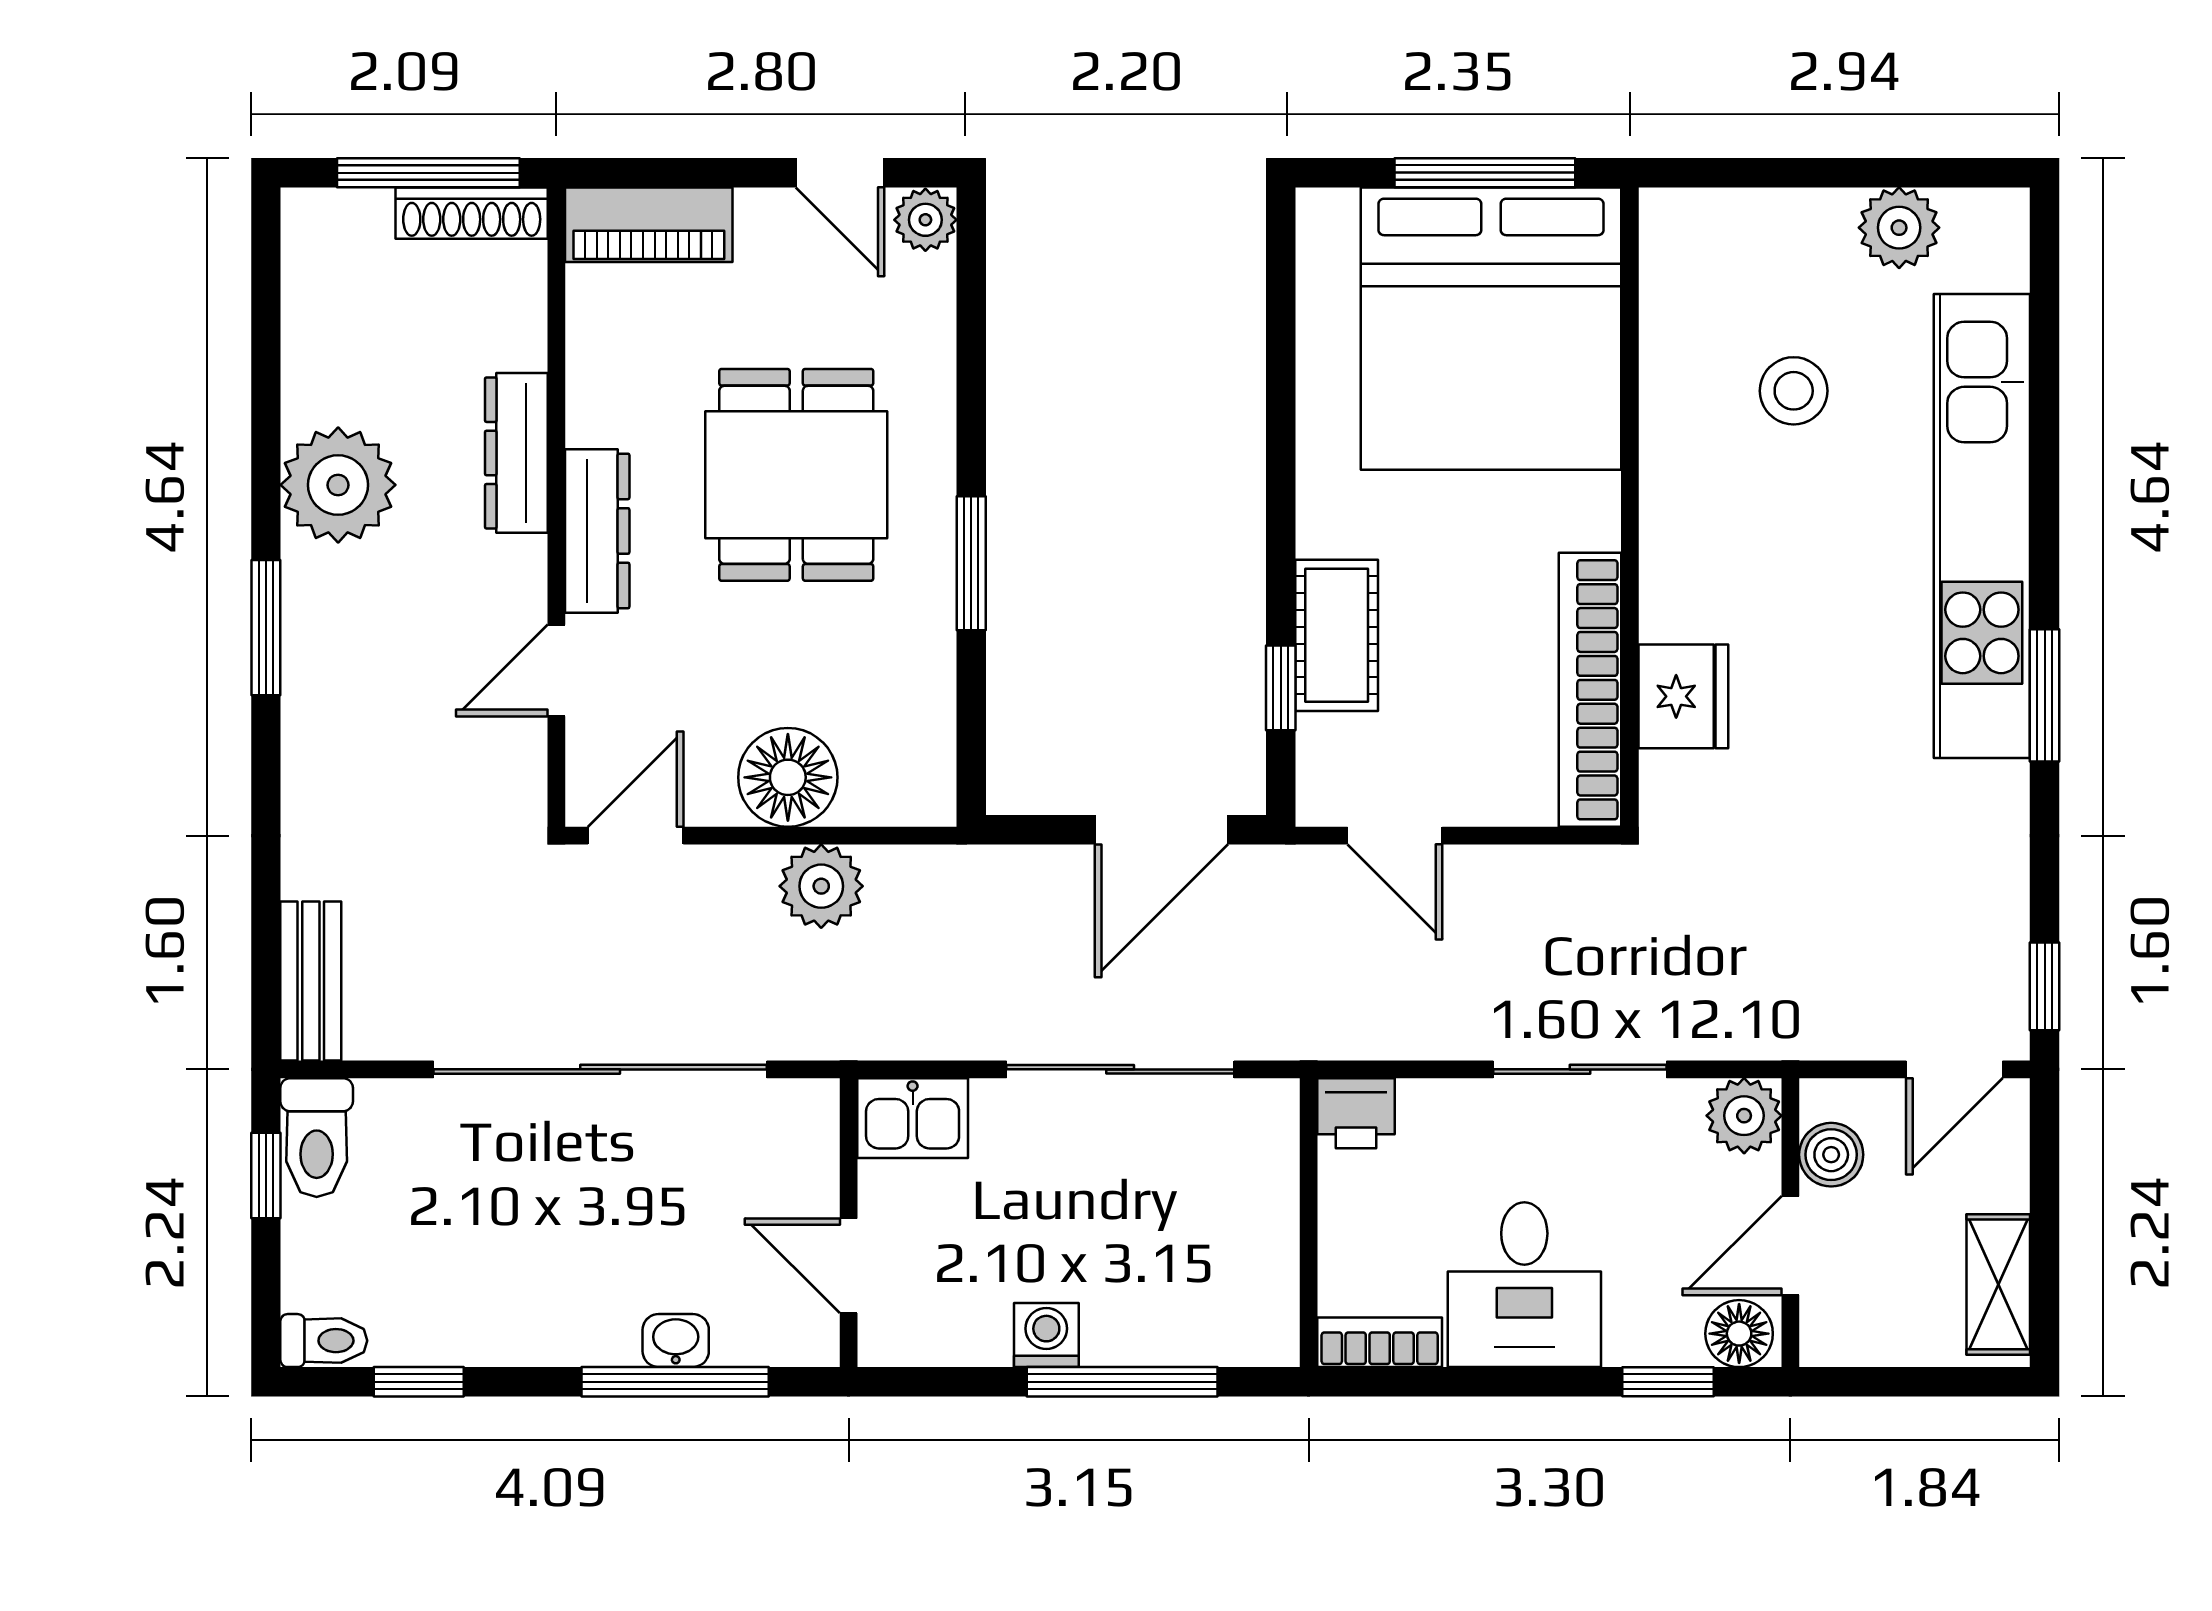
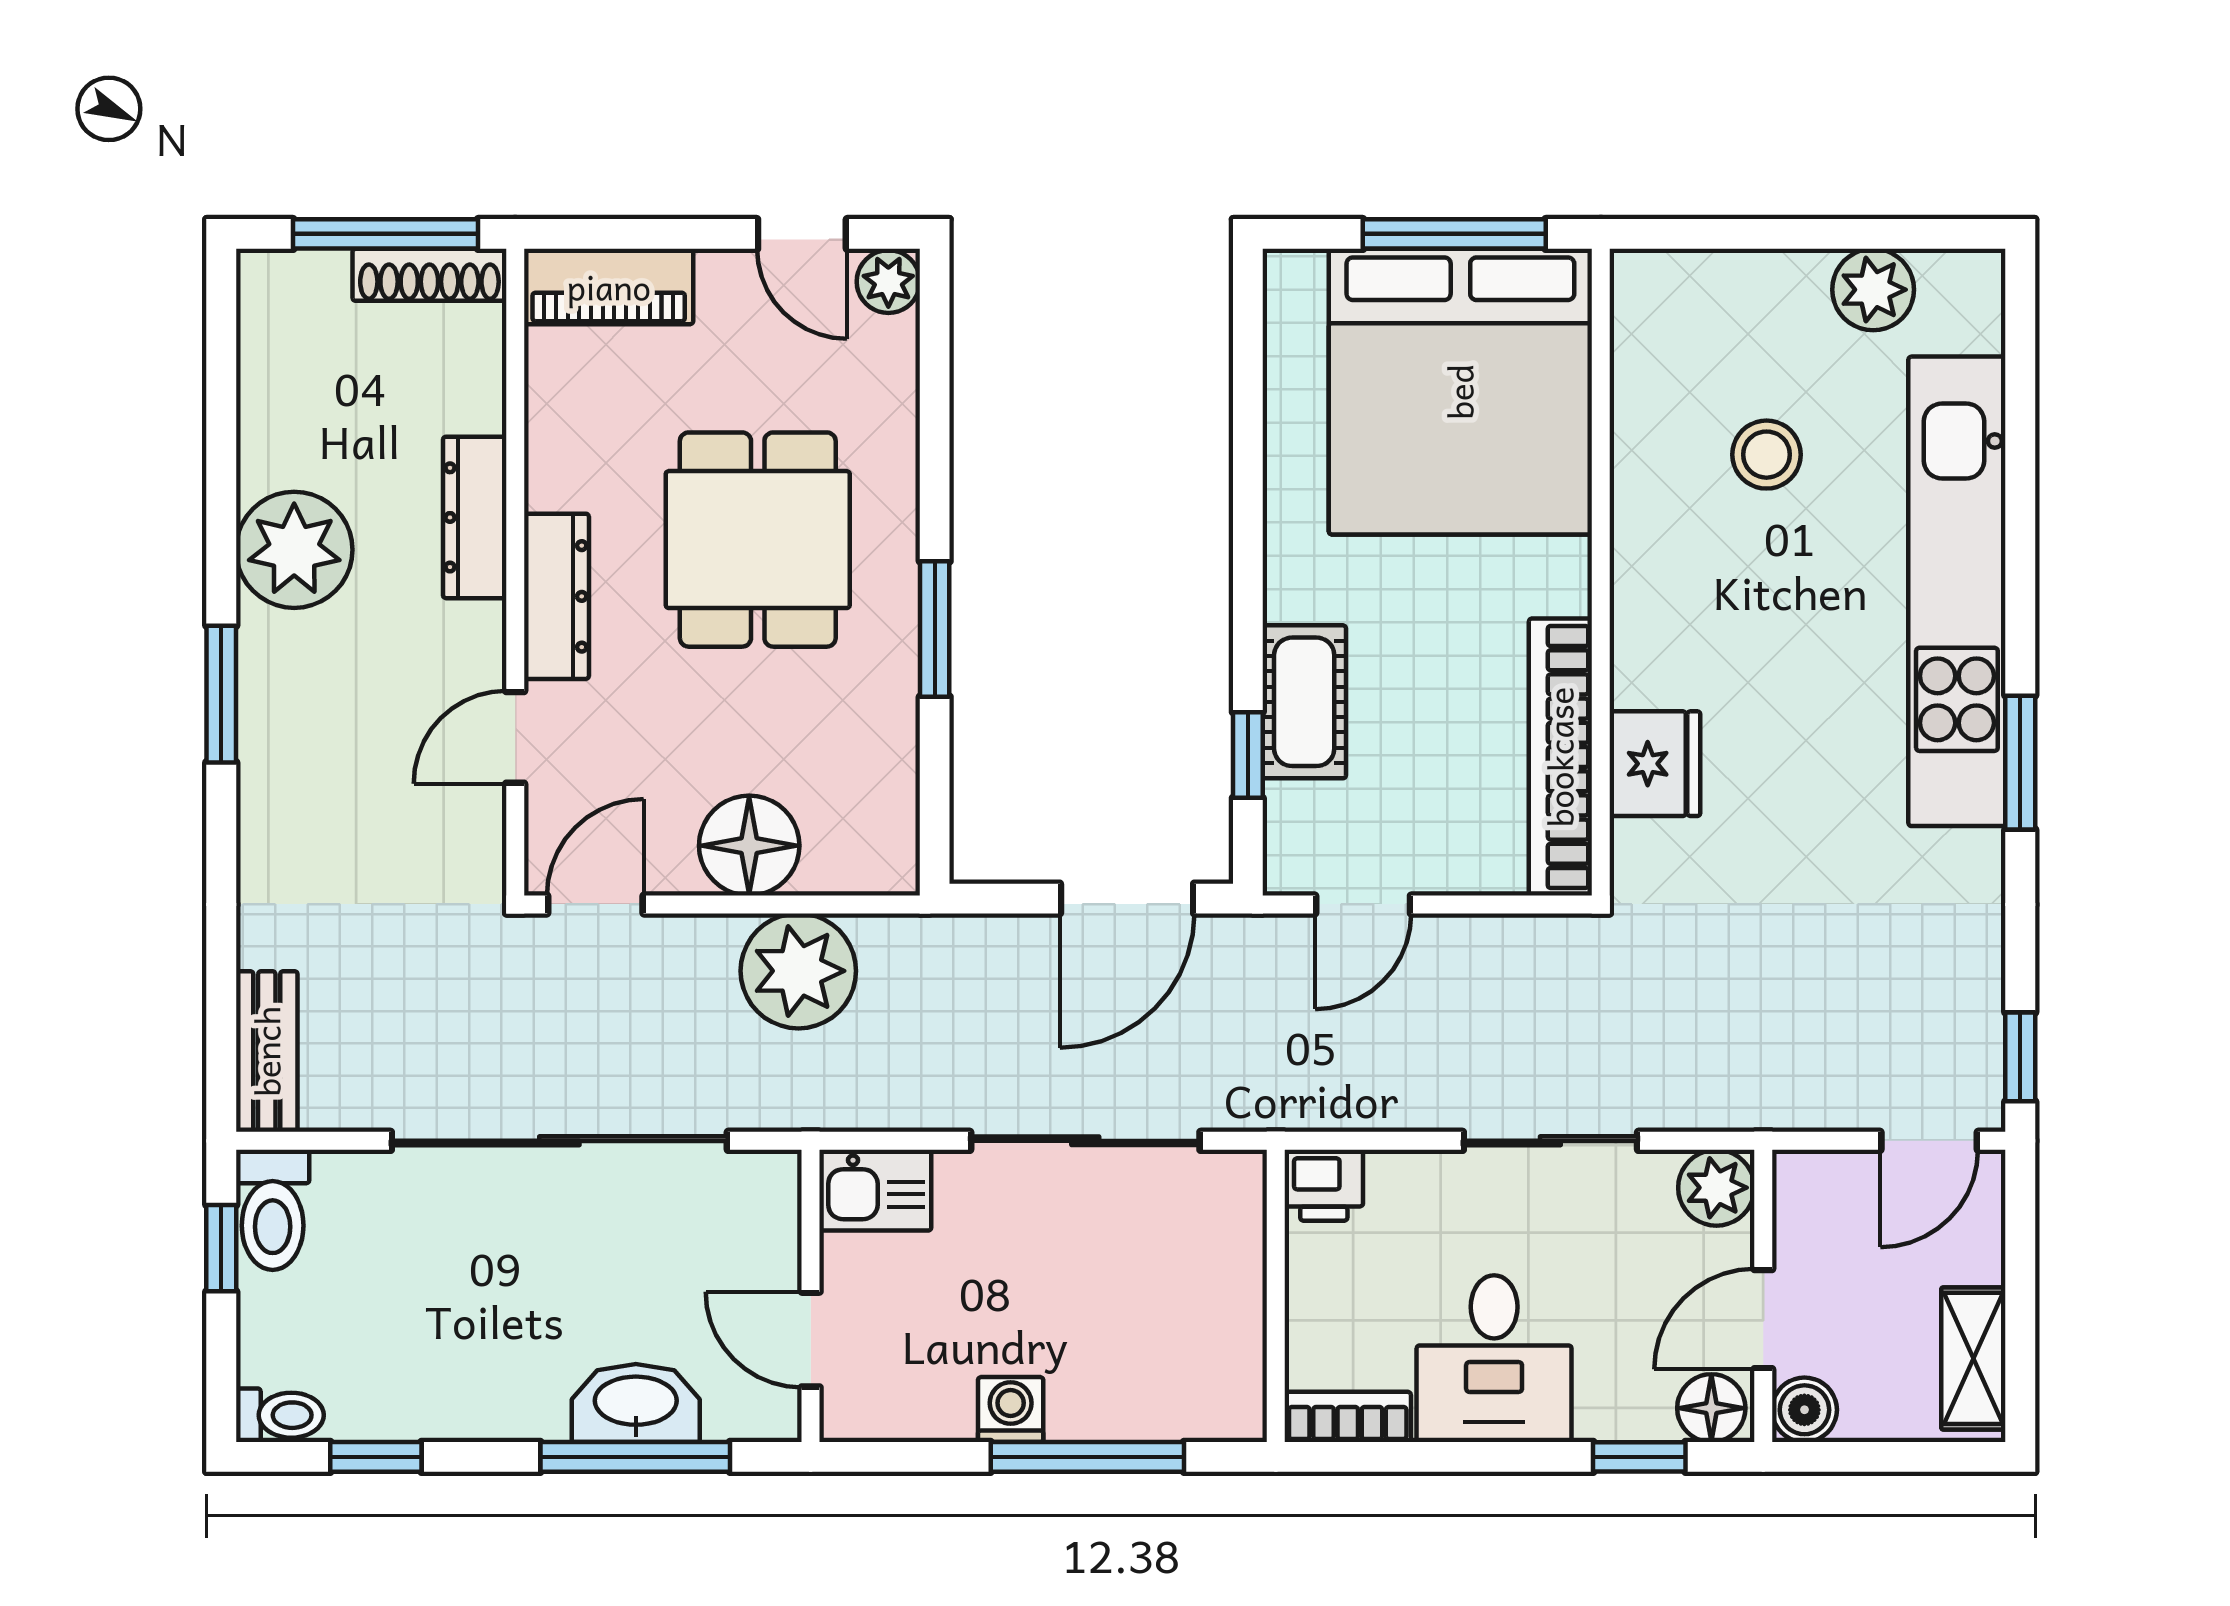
door: (1395, 836) -> (1363, 904), hinge flipped
plant: (821, 886) -> (798, 971), width x1.36, depth x1.36
boiler: (1831, 1155) -> (1804, 1410), moved
washbasin: (676, 1341) -> (636, 1403), width x1.91, depth x1.45

